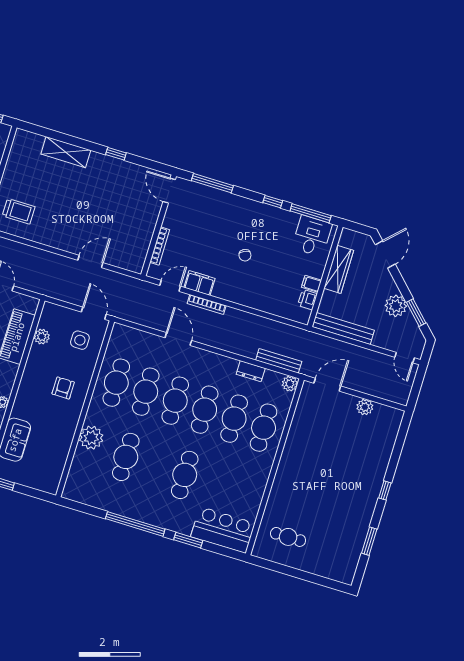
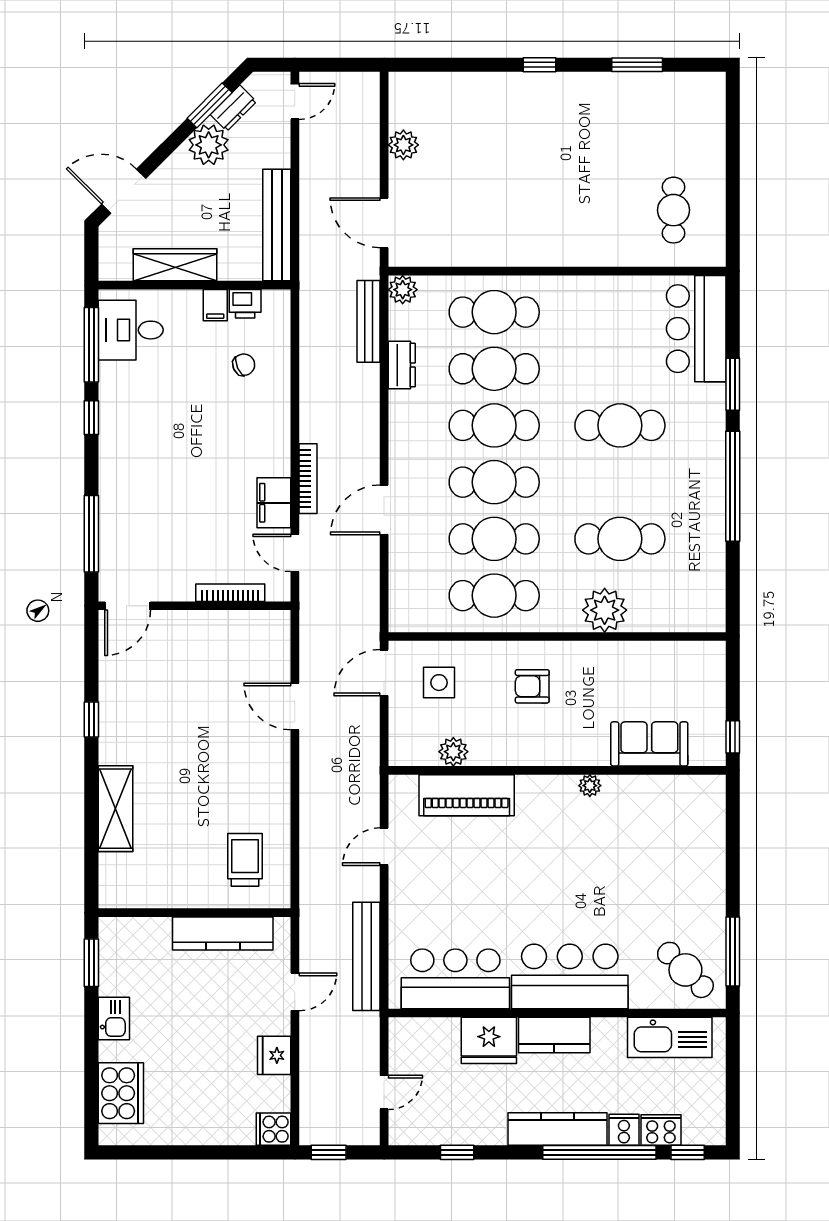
chair: (245, 255) -> (244, 365), moved
dresser: (411, 325) -> (233, 108), added

